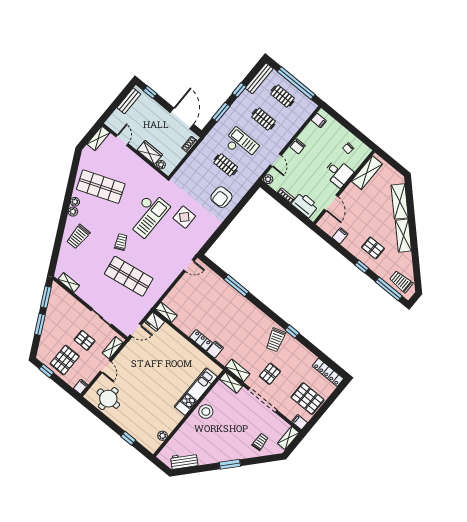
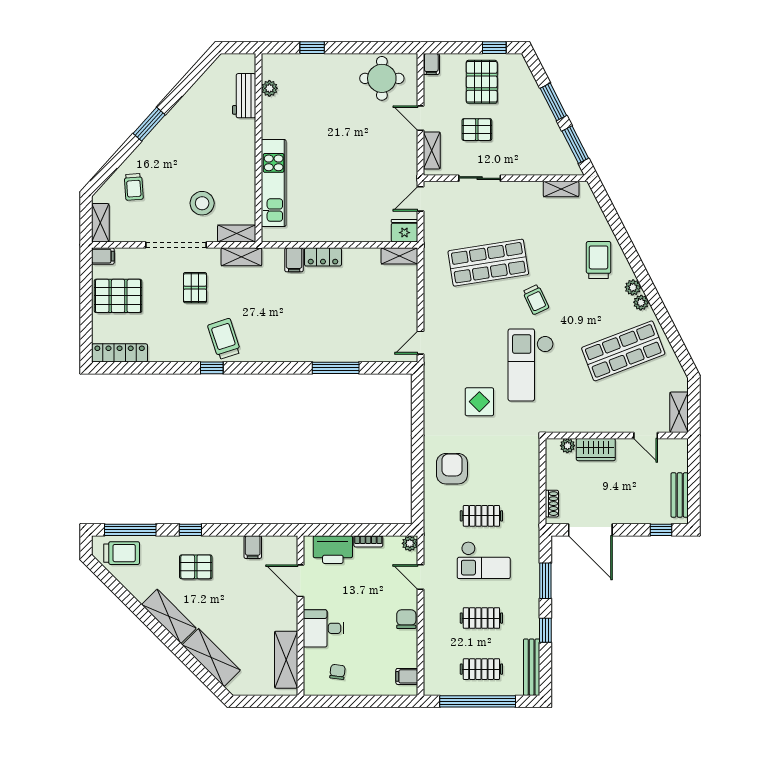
stool: (206, 412) -> (202, 203), moved
workbench: (184, 461) -> (244, 96), moved, turned 138

